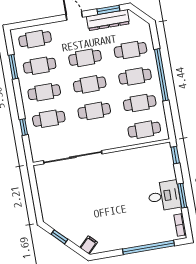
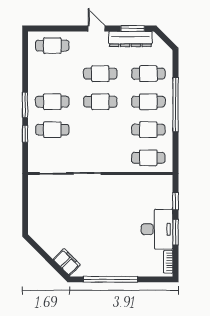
cafe table: (40, 66) -> (52, 74), removed
window: (13, 67) -> (25, 105), moved
cafe table: (94, 111) -> (100, 130), removed
window: (175, 155) -> (176, 201), moved
desk: (164, 196) -> (157, 229), width x1.37
window: (59, 237) -> (42, 253), removed
filing cabinet: (89, 245) -> (67, 262), width x2.00
window: (148, 247) -> (111, 279), moved

